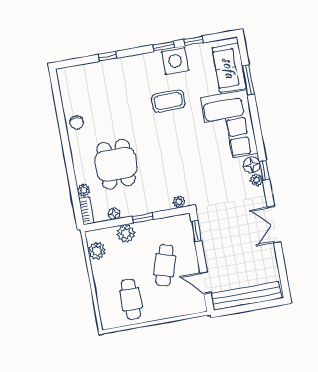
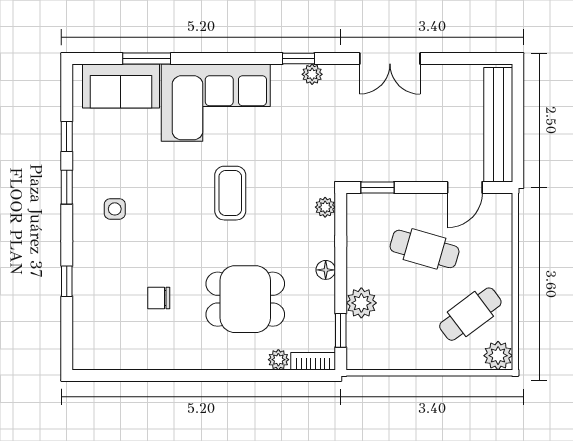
side table: (175, 61) -> (115, 209), moved, width x0.54, depth x0.54
coffee table: (168, 101) -> (230, 193), moved
chair: (77, 122) -> (159, 298), moved, turned 180
floor lamp: (252, 165) -> (286, 78), removed
floor lamp: (114, 214) -> (326, 270), moved
window: (143, 218) -> (341, 330), moved
plant: (97, 251) -> (498, 356), moved
cafe table: (131, 299) -> (470, 314), turned -37

